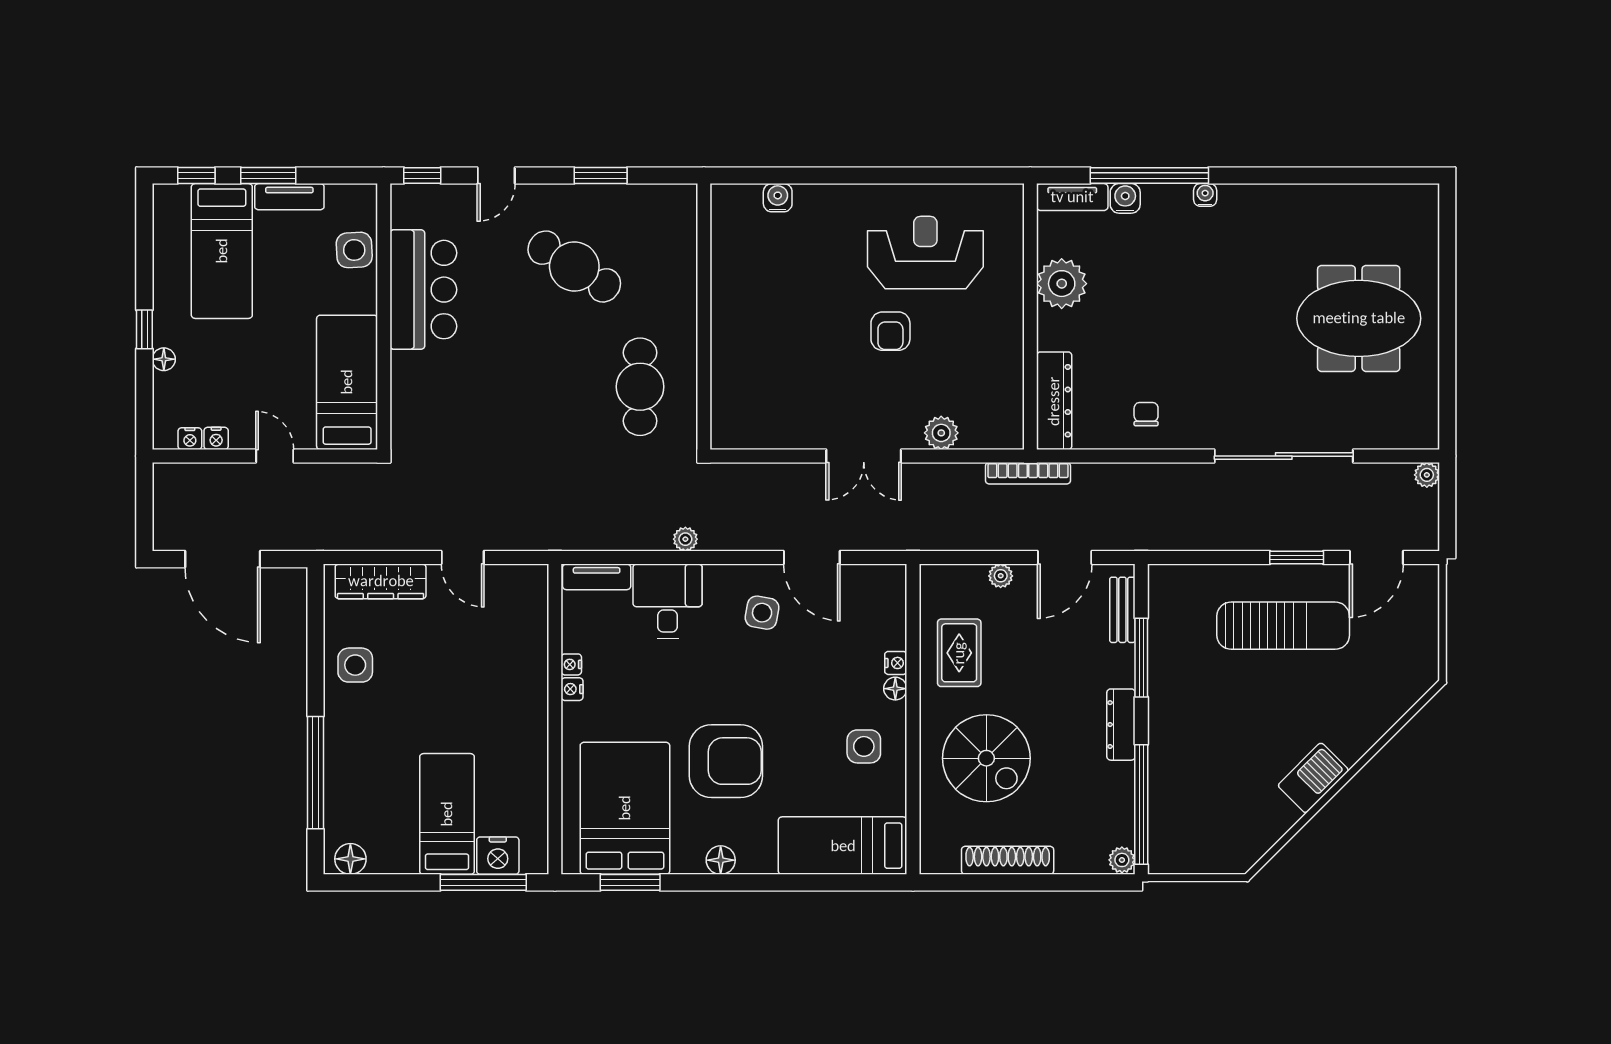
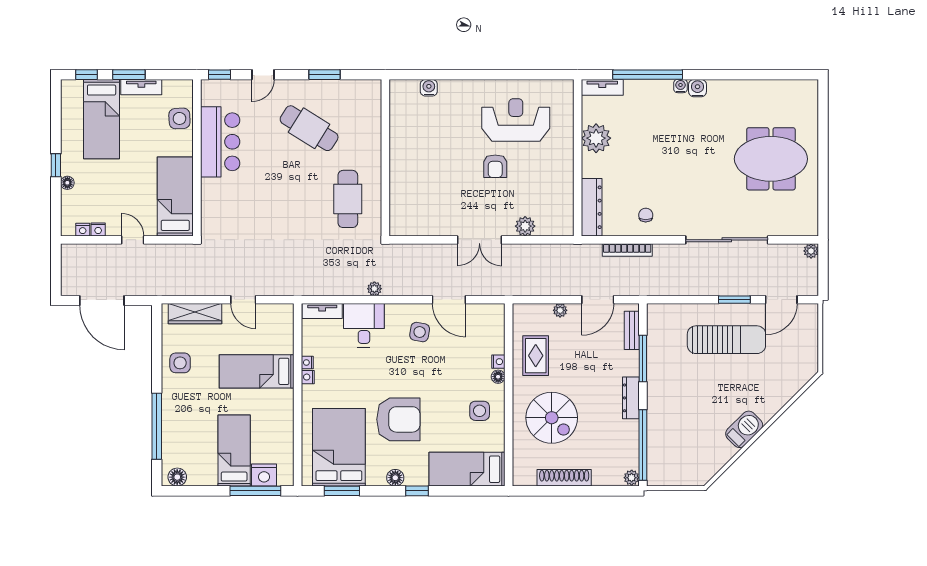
water cooler: (1125, 198) -> (698, 88), moved
bookcase: (1028, 473) -> (627, 250), moved
bed: (485, 679) -> (257, 371), added
window: (758, 882) -> (417, 491), added

